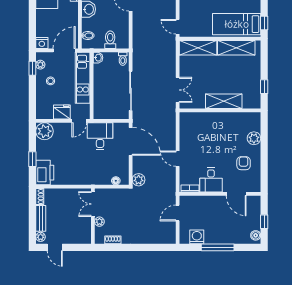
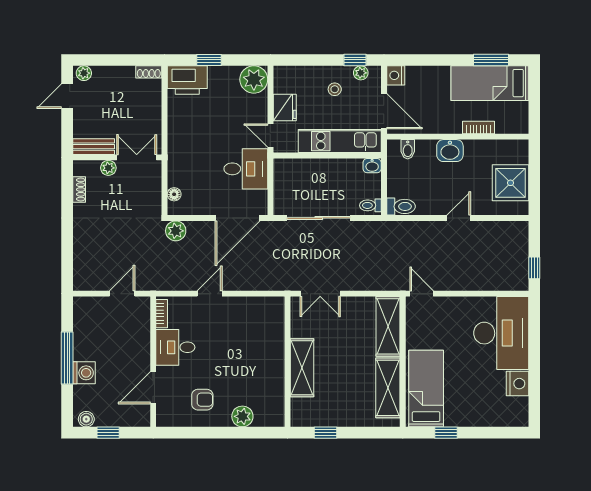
window: (264, 23) -> (446, 433), moved
door: (178, 27) -> (422, 294), hinge flipped
toilet: (110, 40) -> (401, 206), moved
door: (178, 213) -> (122, 294), hinge flipped
bench: (41, 218) -> (94, 147), moved
washing machine: (197, 237) -> (84, 373), moved

